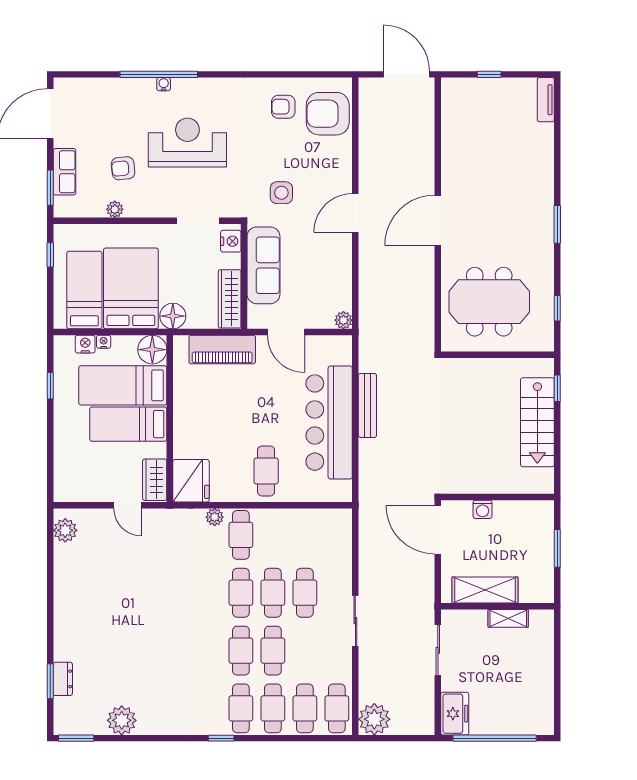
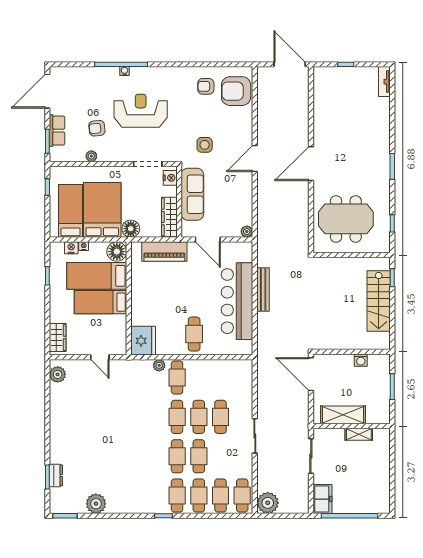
wardrobe: (155, 480) -> (58, 338), moved, turned 180
washing machine: (483, 509) -> (361, 360), moved

